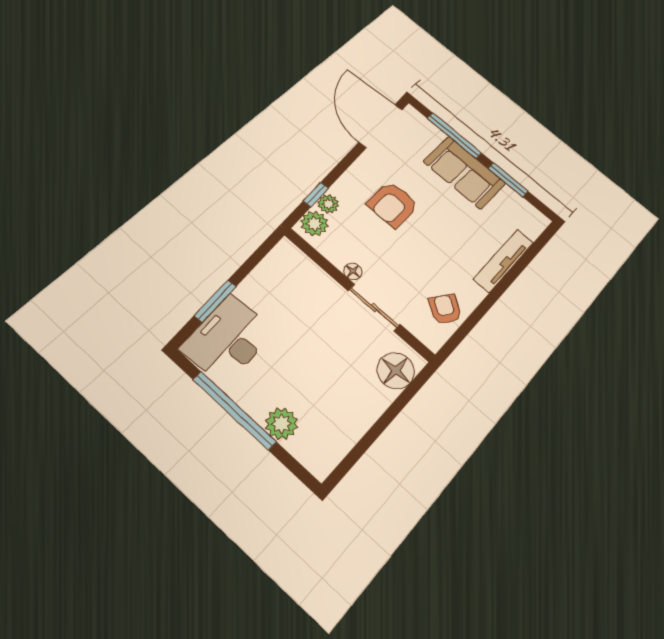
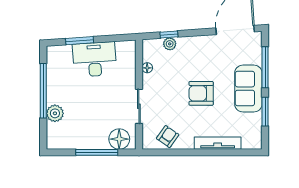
armchair: (393, 204) -> (201, 93), moved
plant: (314, 224) -> (154, 47), removed
floor lamp: (353, 271) -> (147, 68), moved
desk: (228, 339) -> (95, 59), moved
window: (388, 417) -> (97, 152), added

